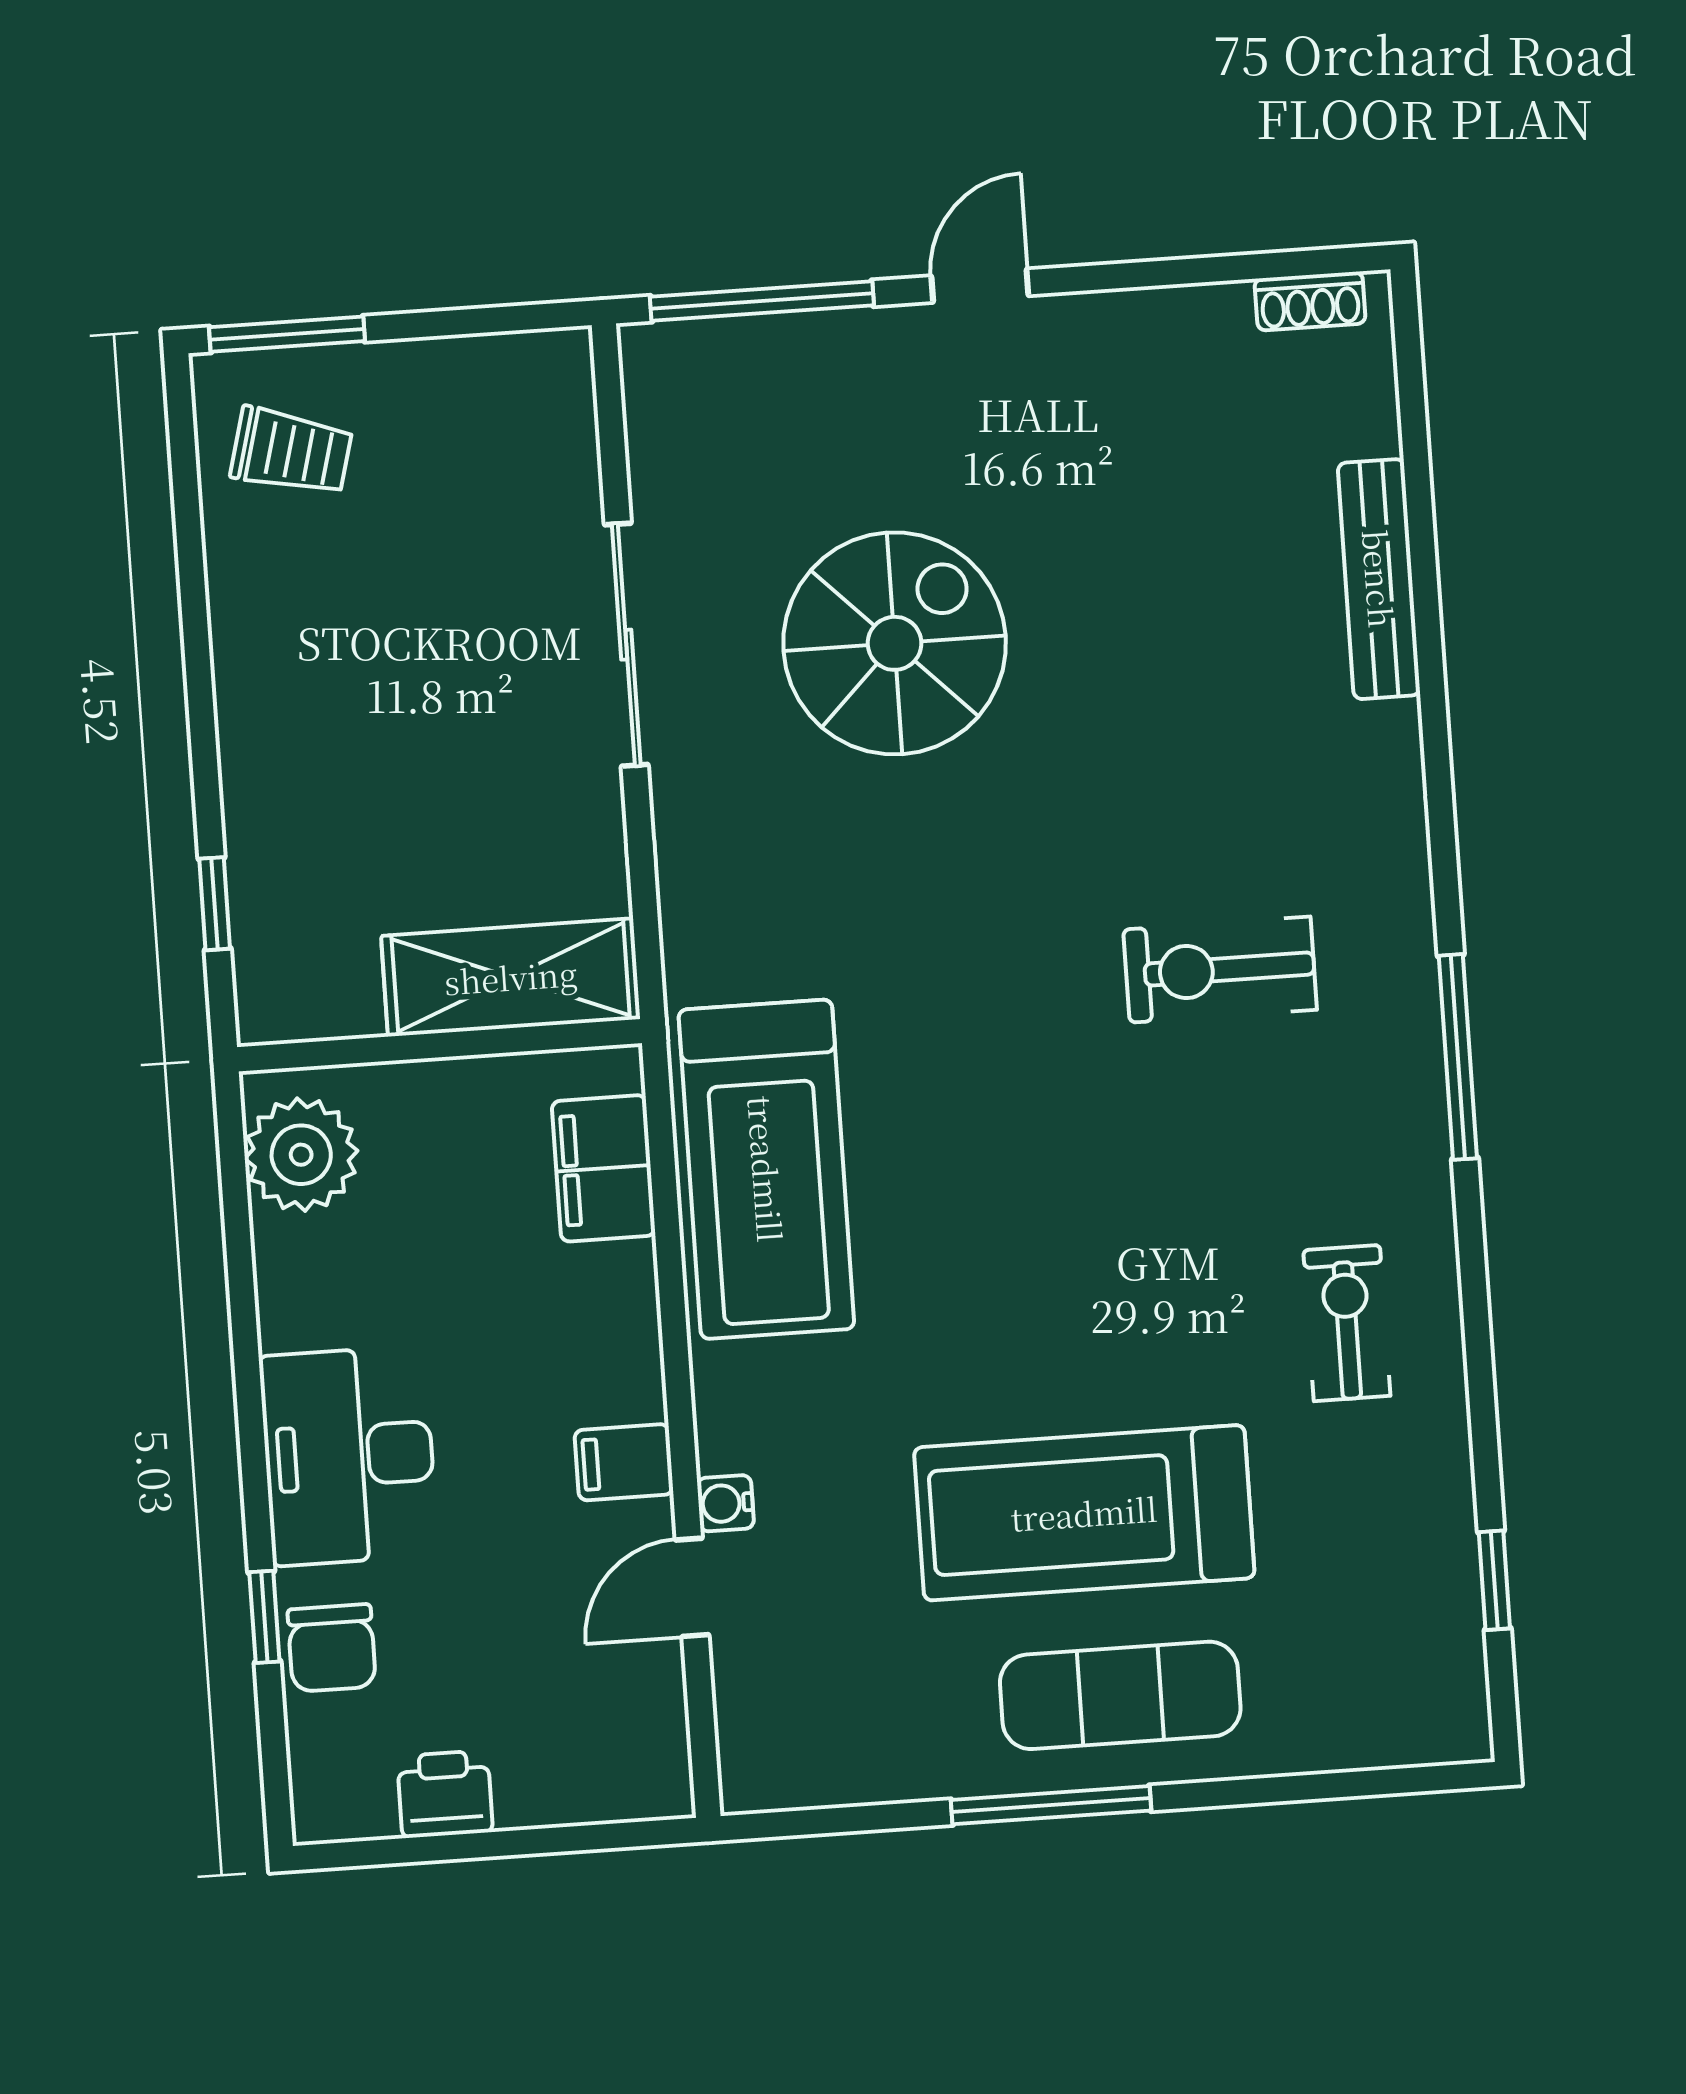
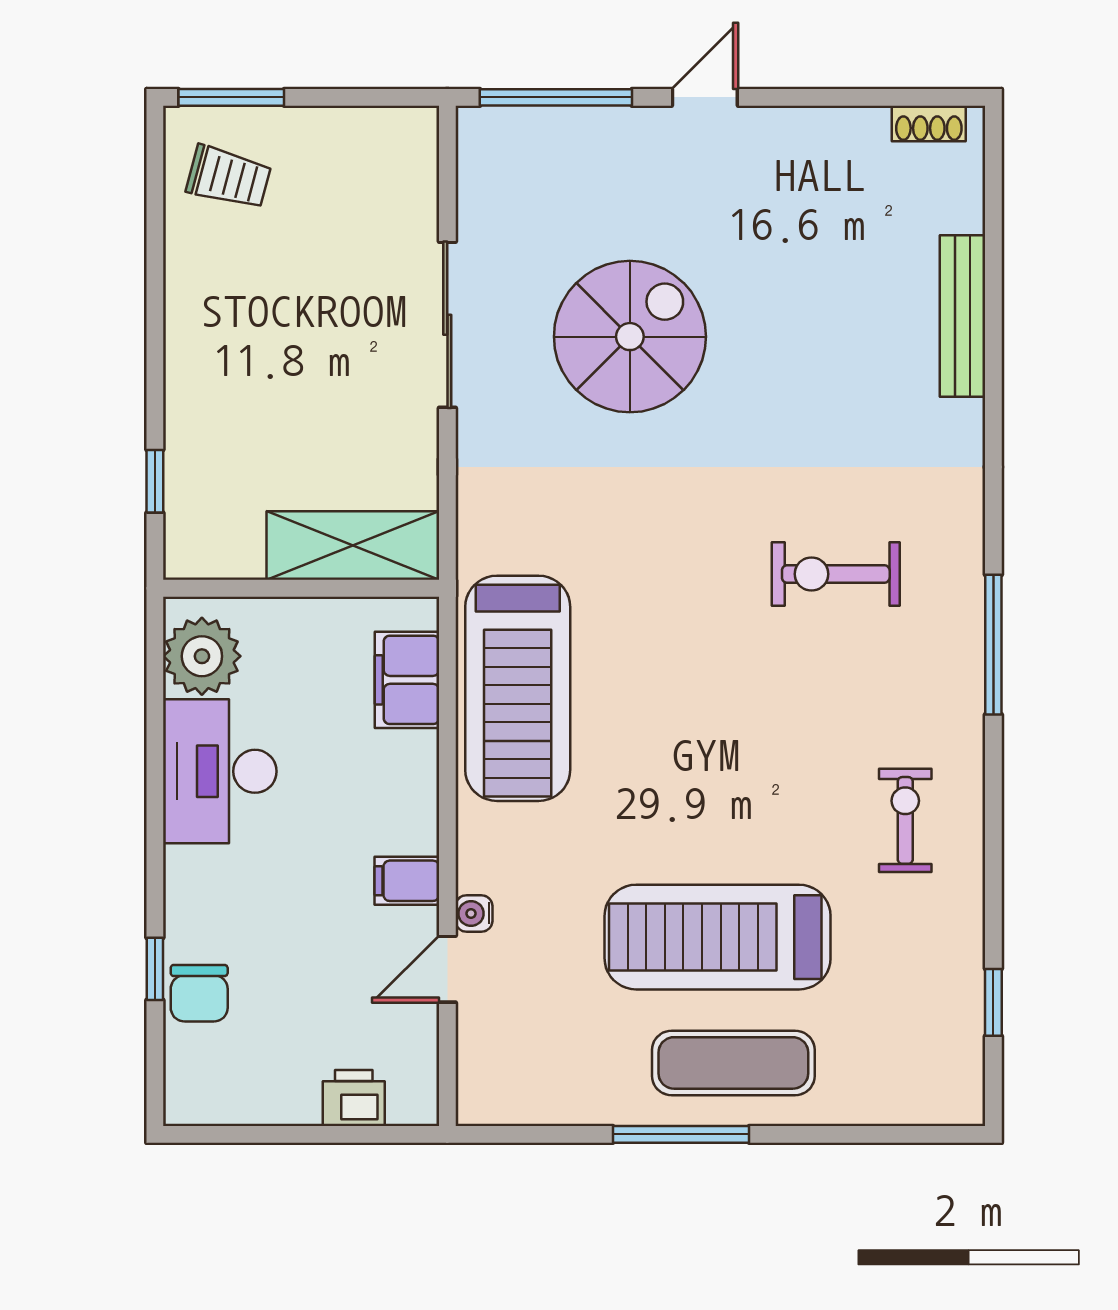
desk: (349, 1456) -> (220, 771), moved
printer: (445, 1794) -> (354, 1098), moved

